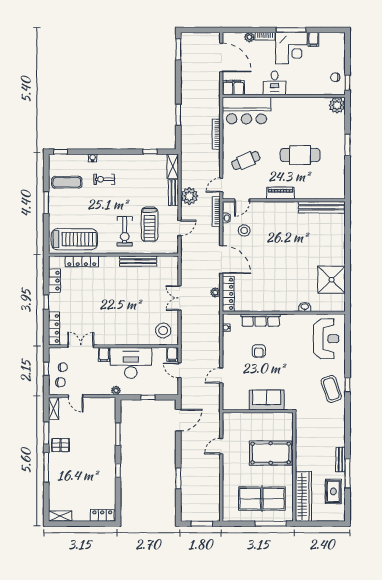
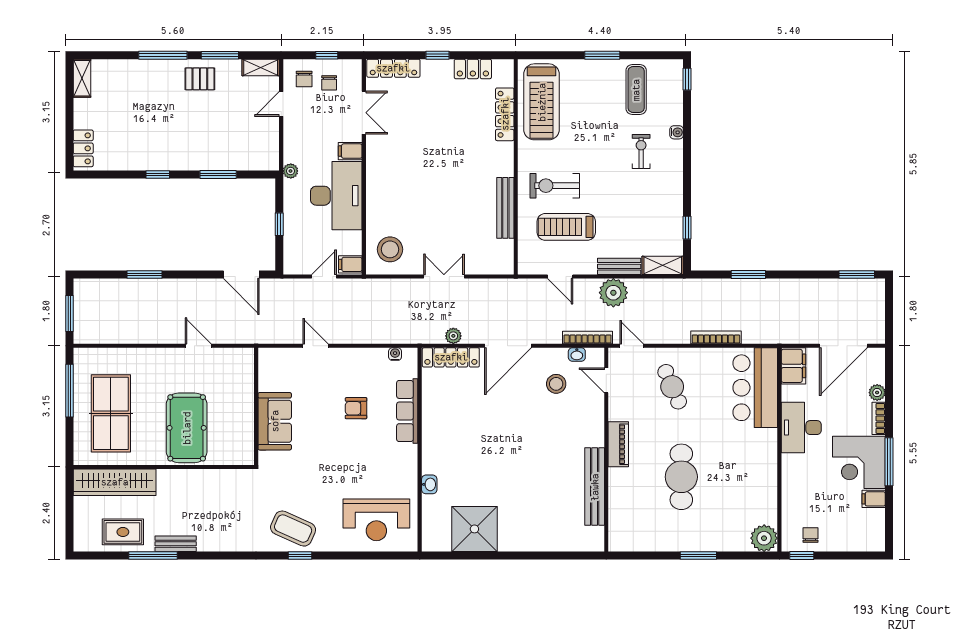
desk: (275, 83) -> (801, 428), width x1.37
bench: (322, 207) -> (595, 487), moved
coffee table: (331, 389) -> (293, 529), turned 43
pallet: (60, 445) -> (200, 79), turned 90
window: (271, 524) -> (69, 391), moved

